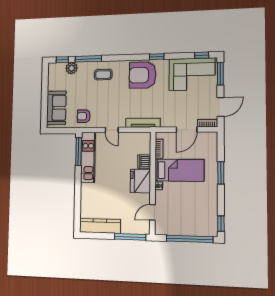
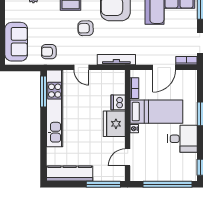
armchair: (116, 95) -> (86, 28), added
kitchen unit: (88, 157) -> (55, 108), width x1.36
desk: (204, 196) -> (183, 139), added

